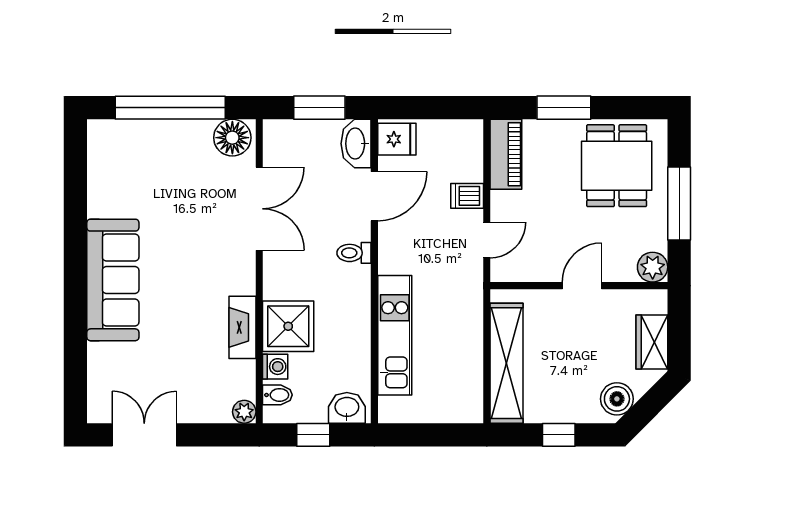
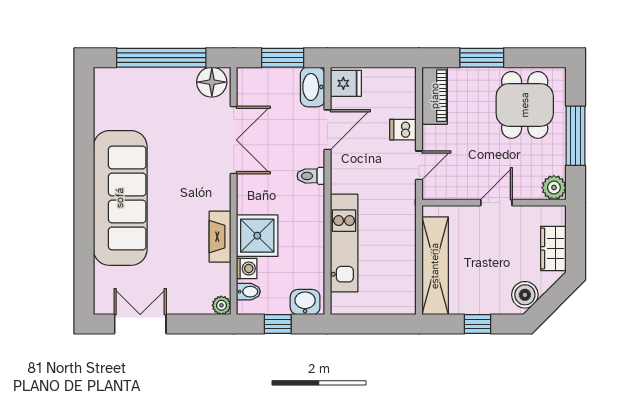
sofa: (113, 280) -> (120, 198), width x1.36, depth x1.27

